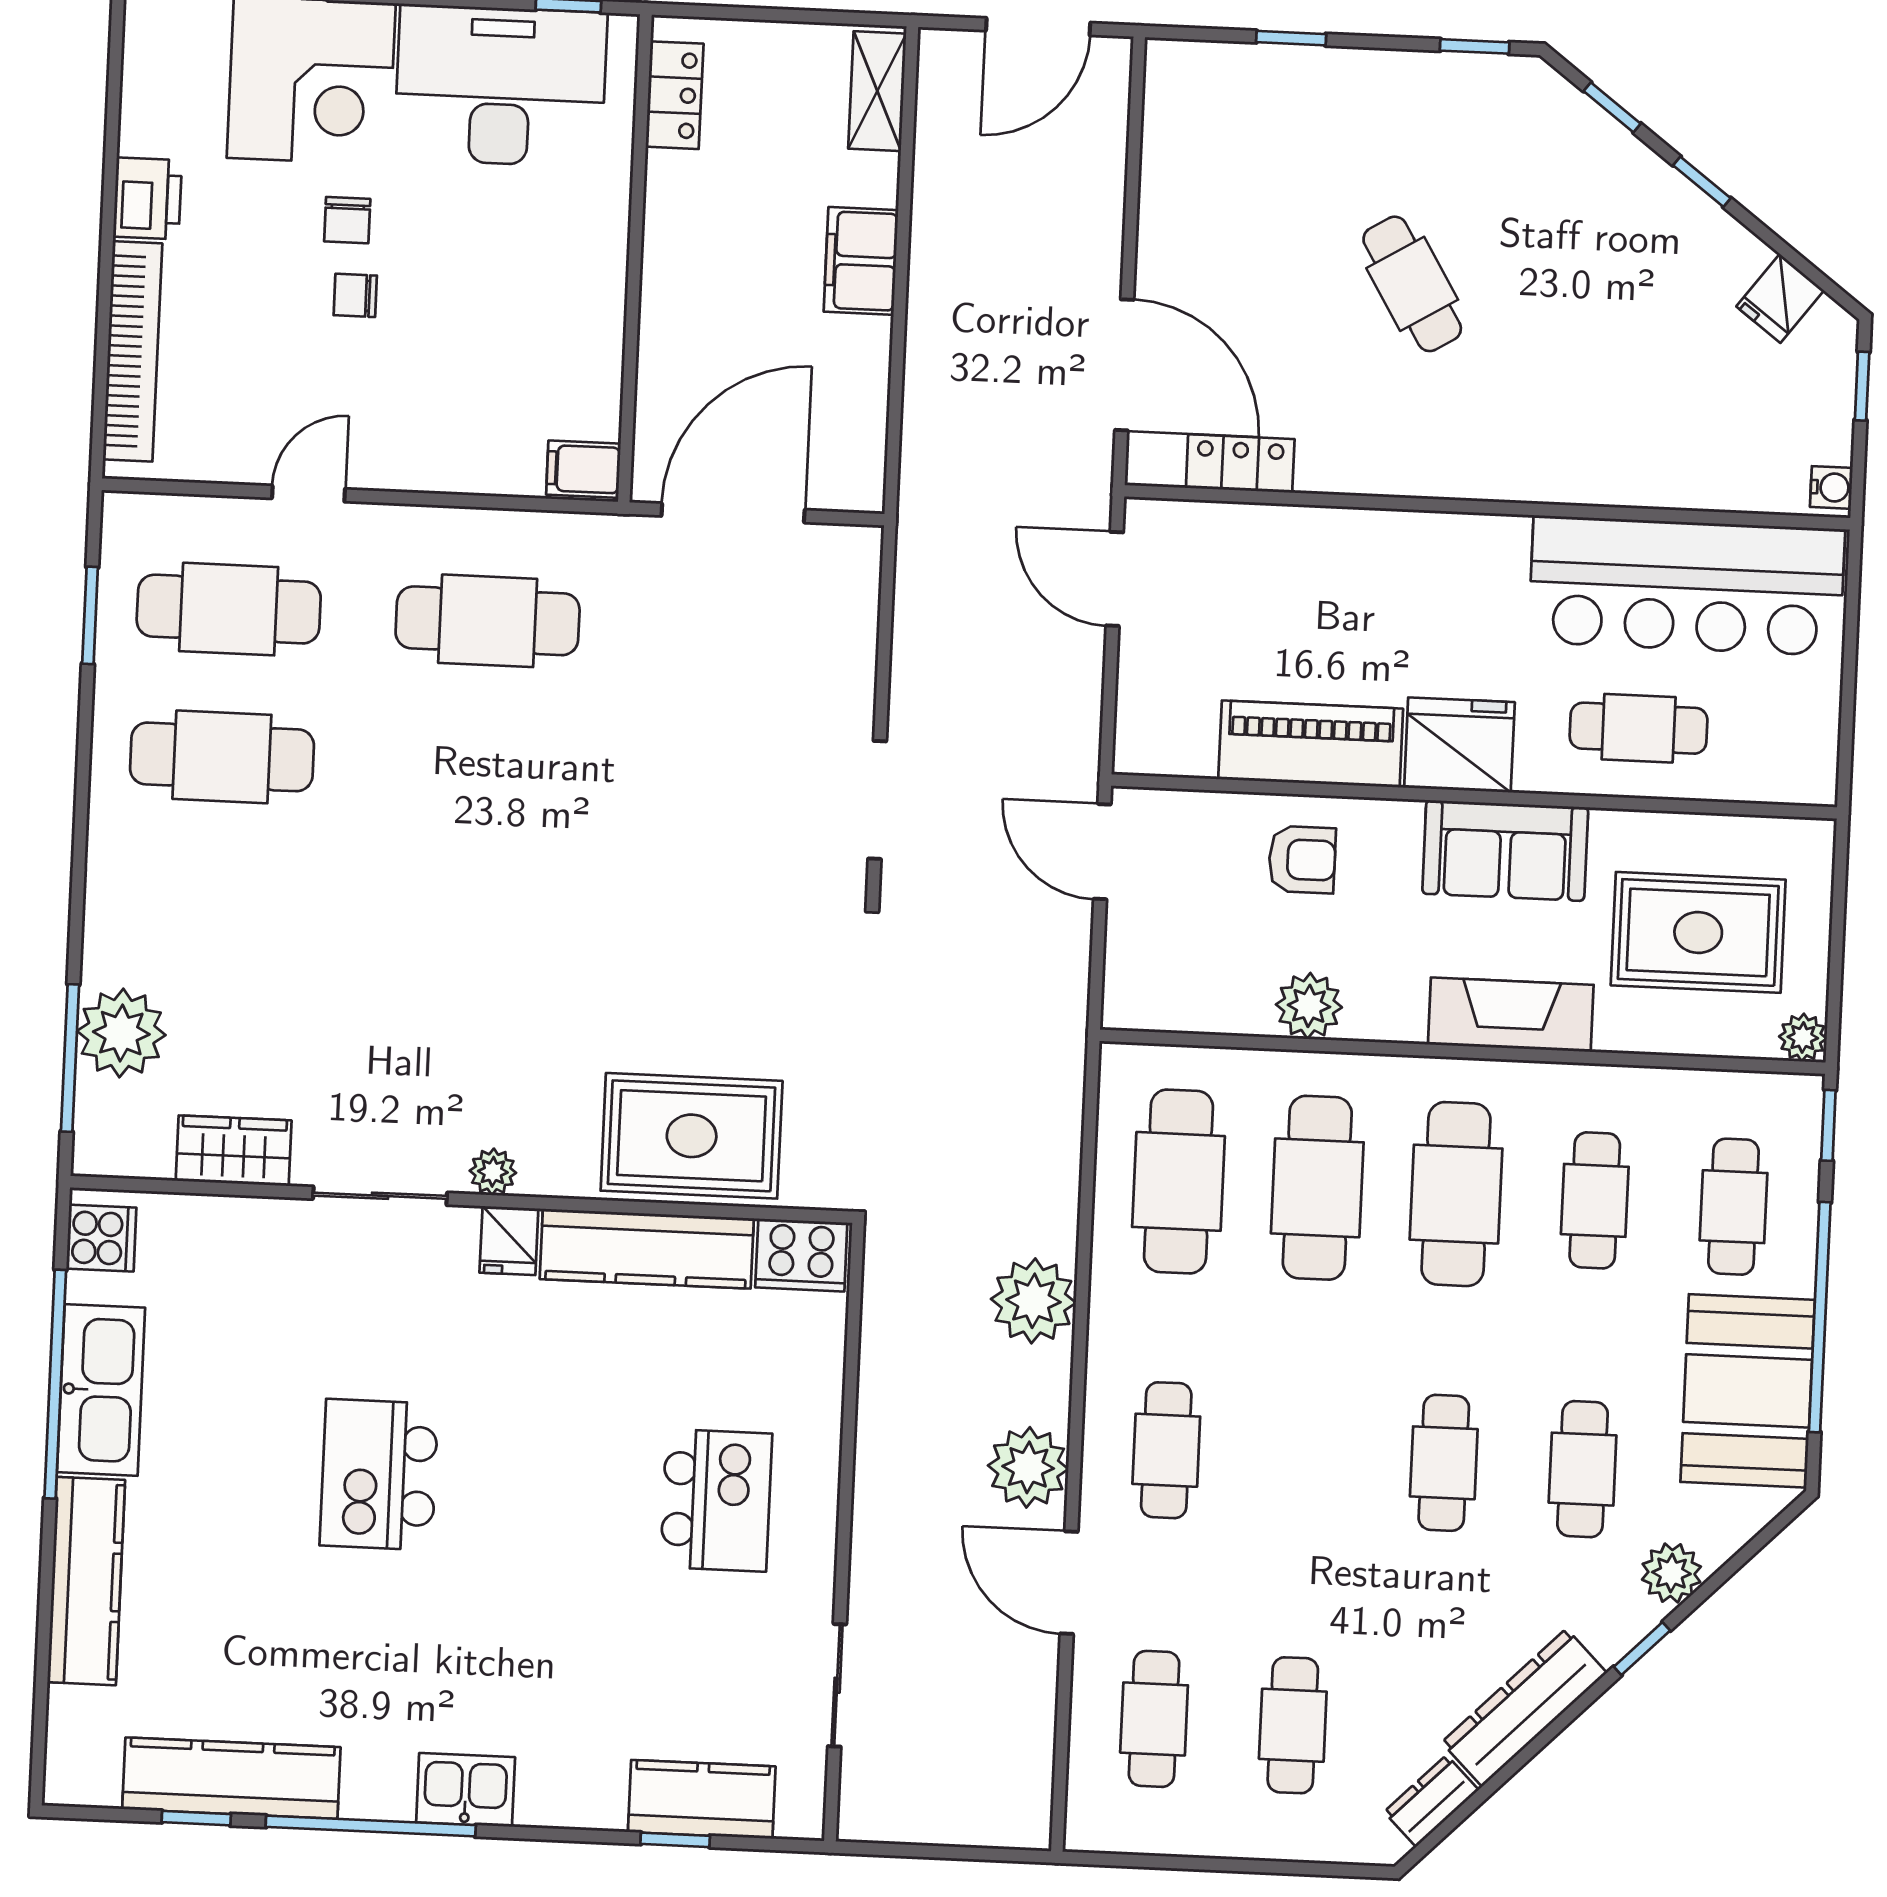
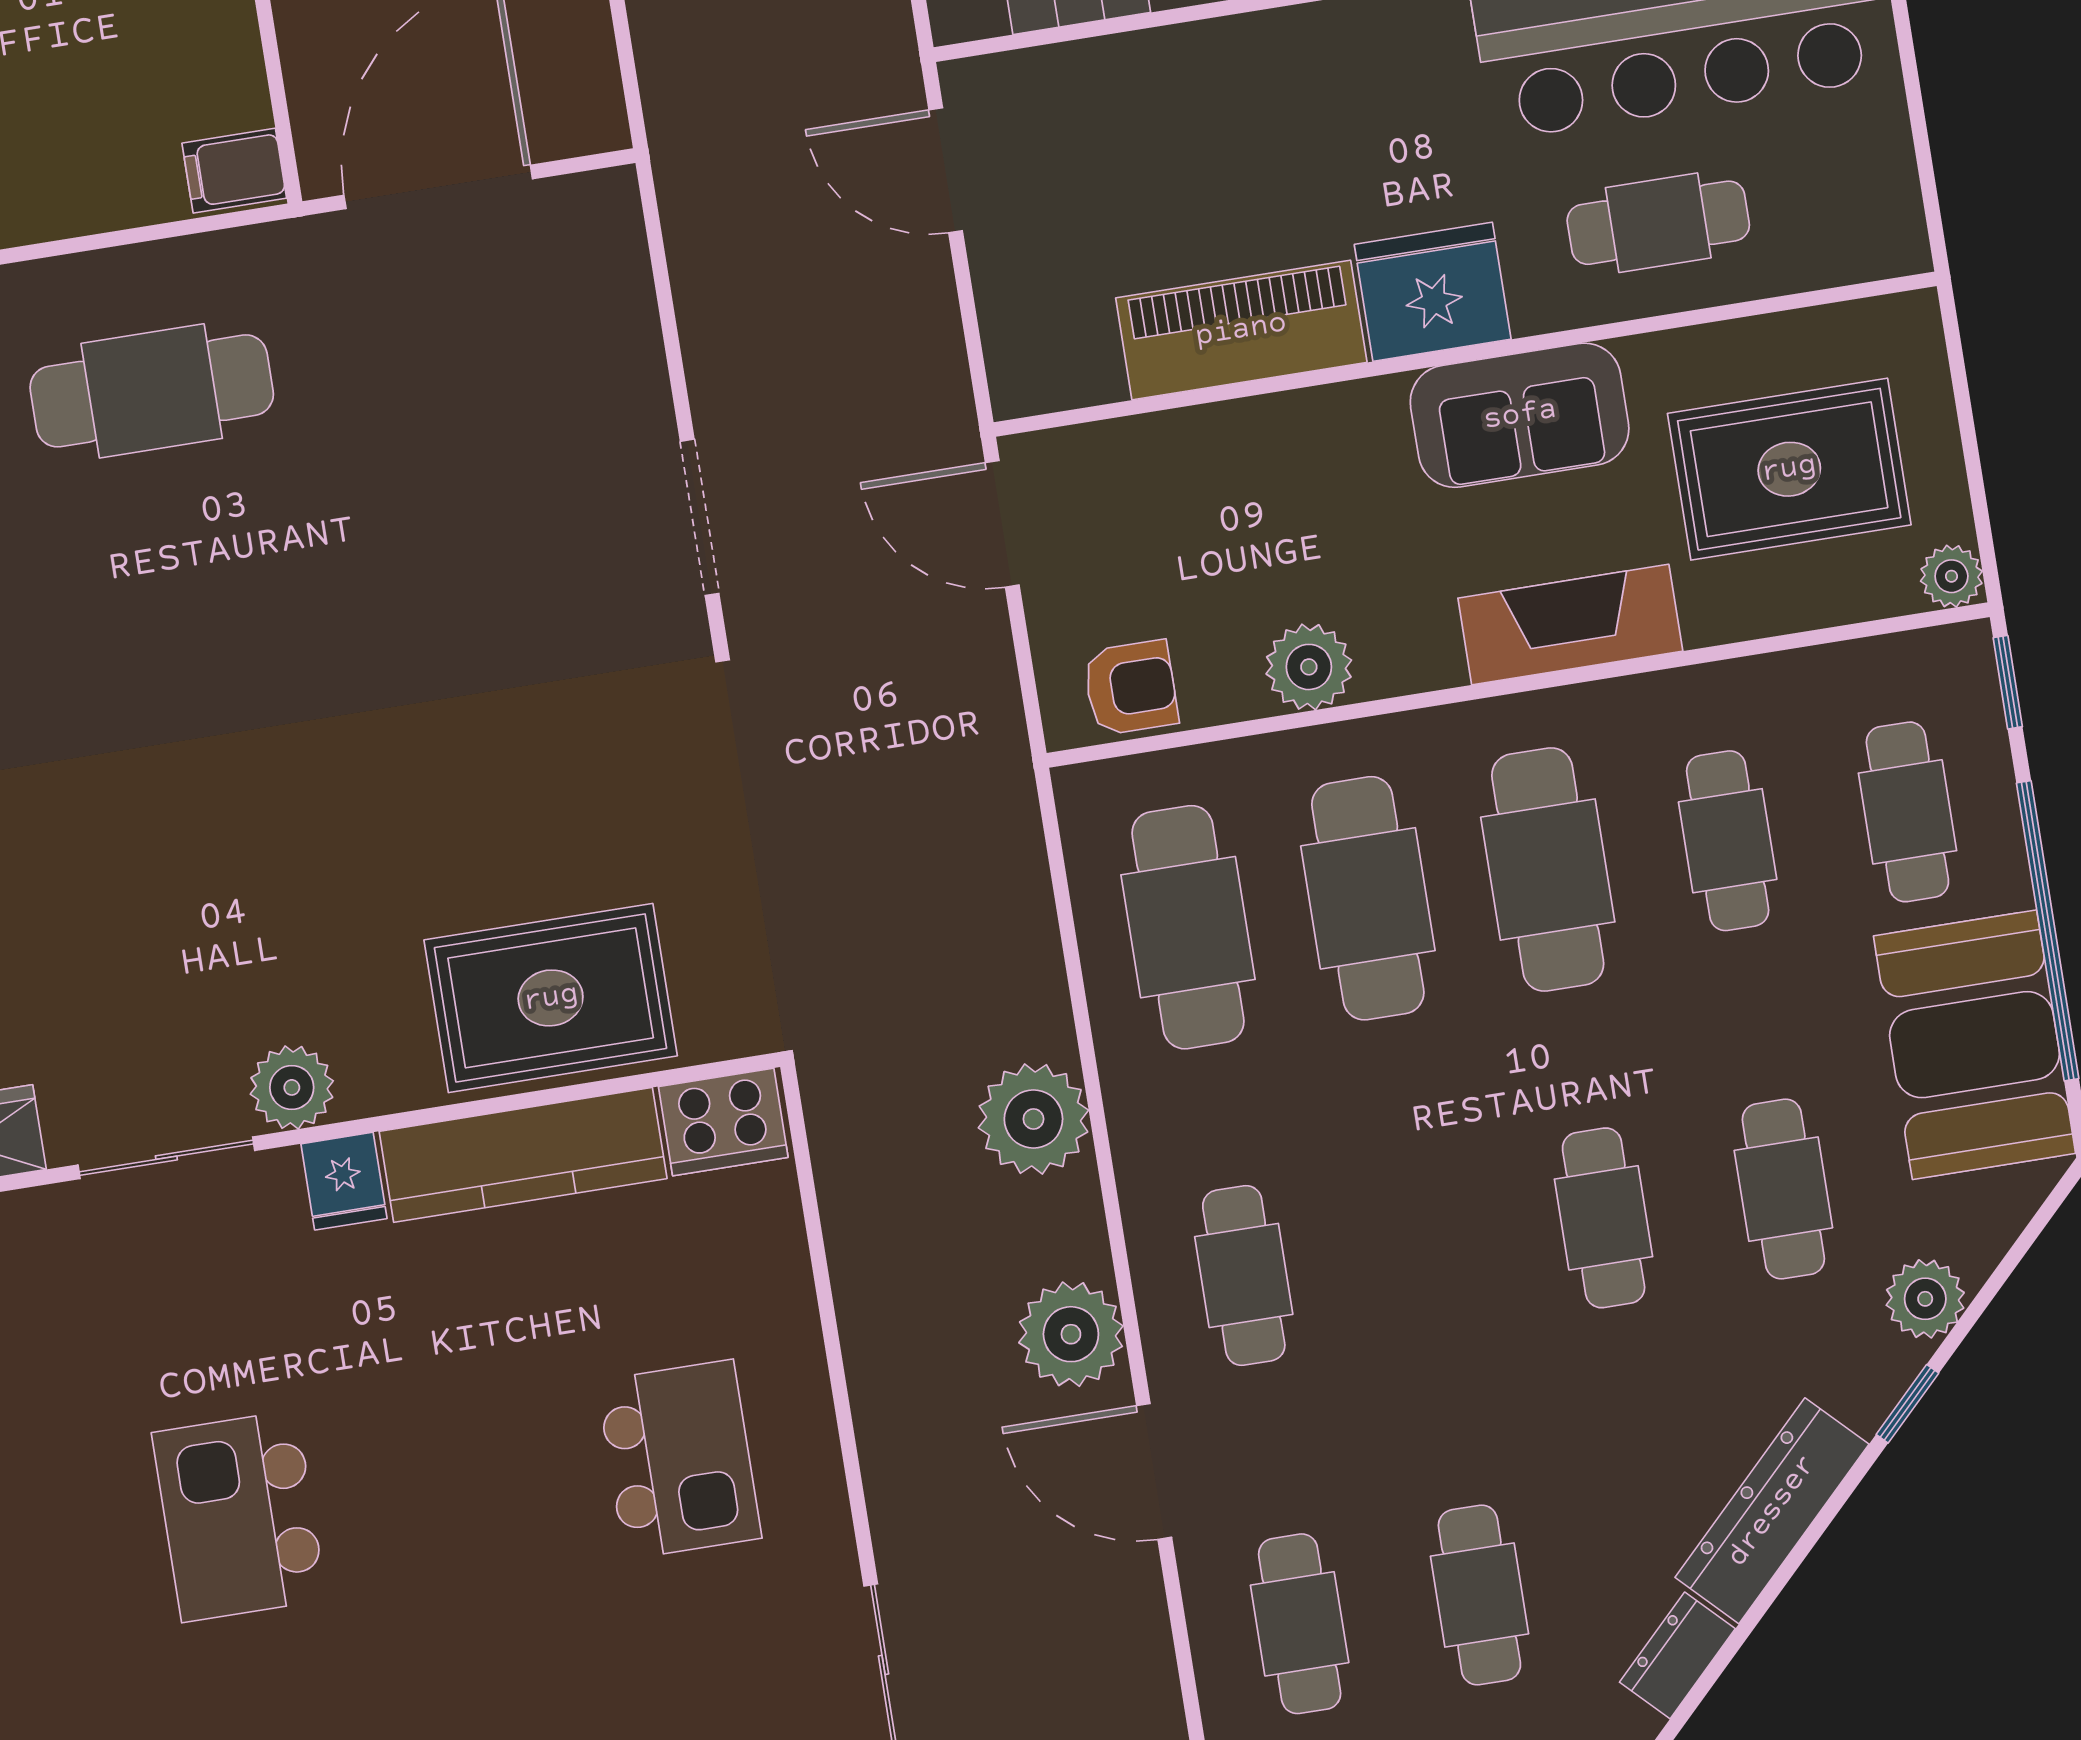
armchair: (1302, 860) -> (1131, 688), moved
plant: (493, 1172) -> (292, 1087), width x1.38, depth x1.38

